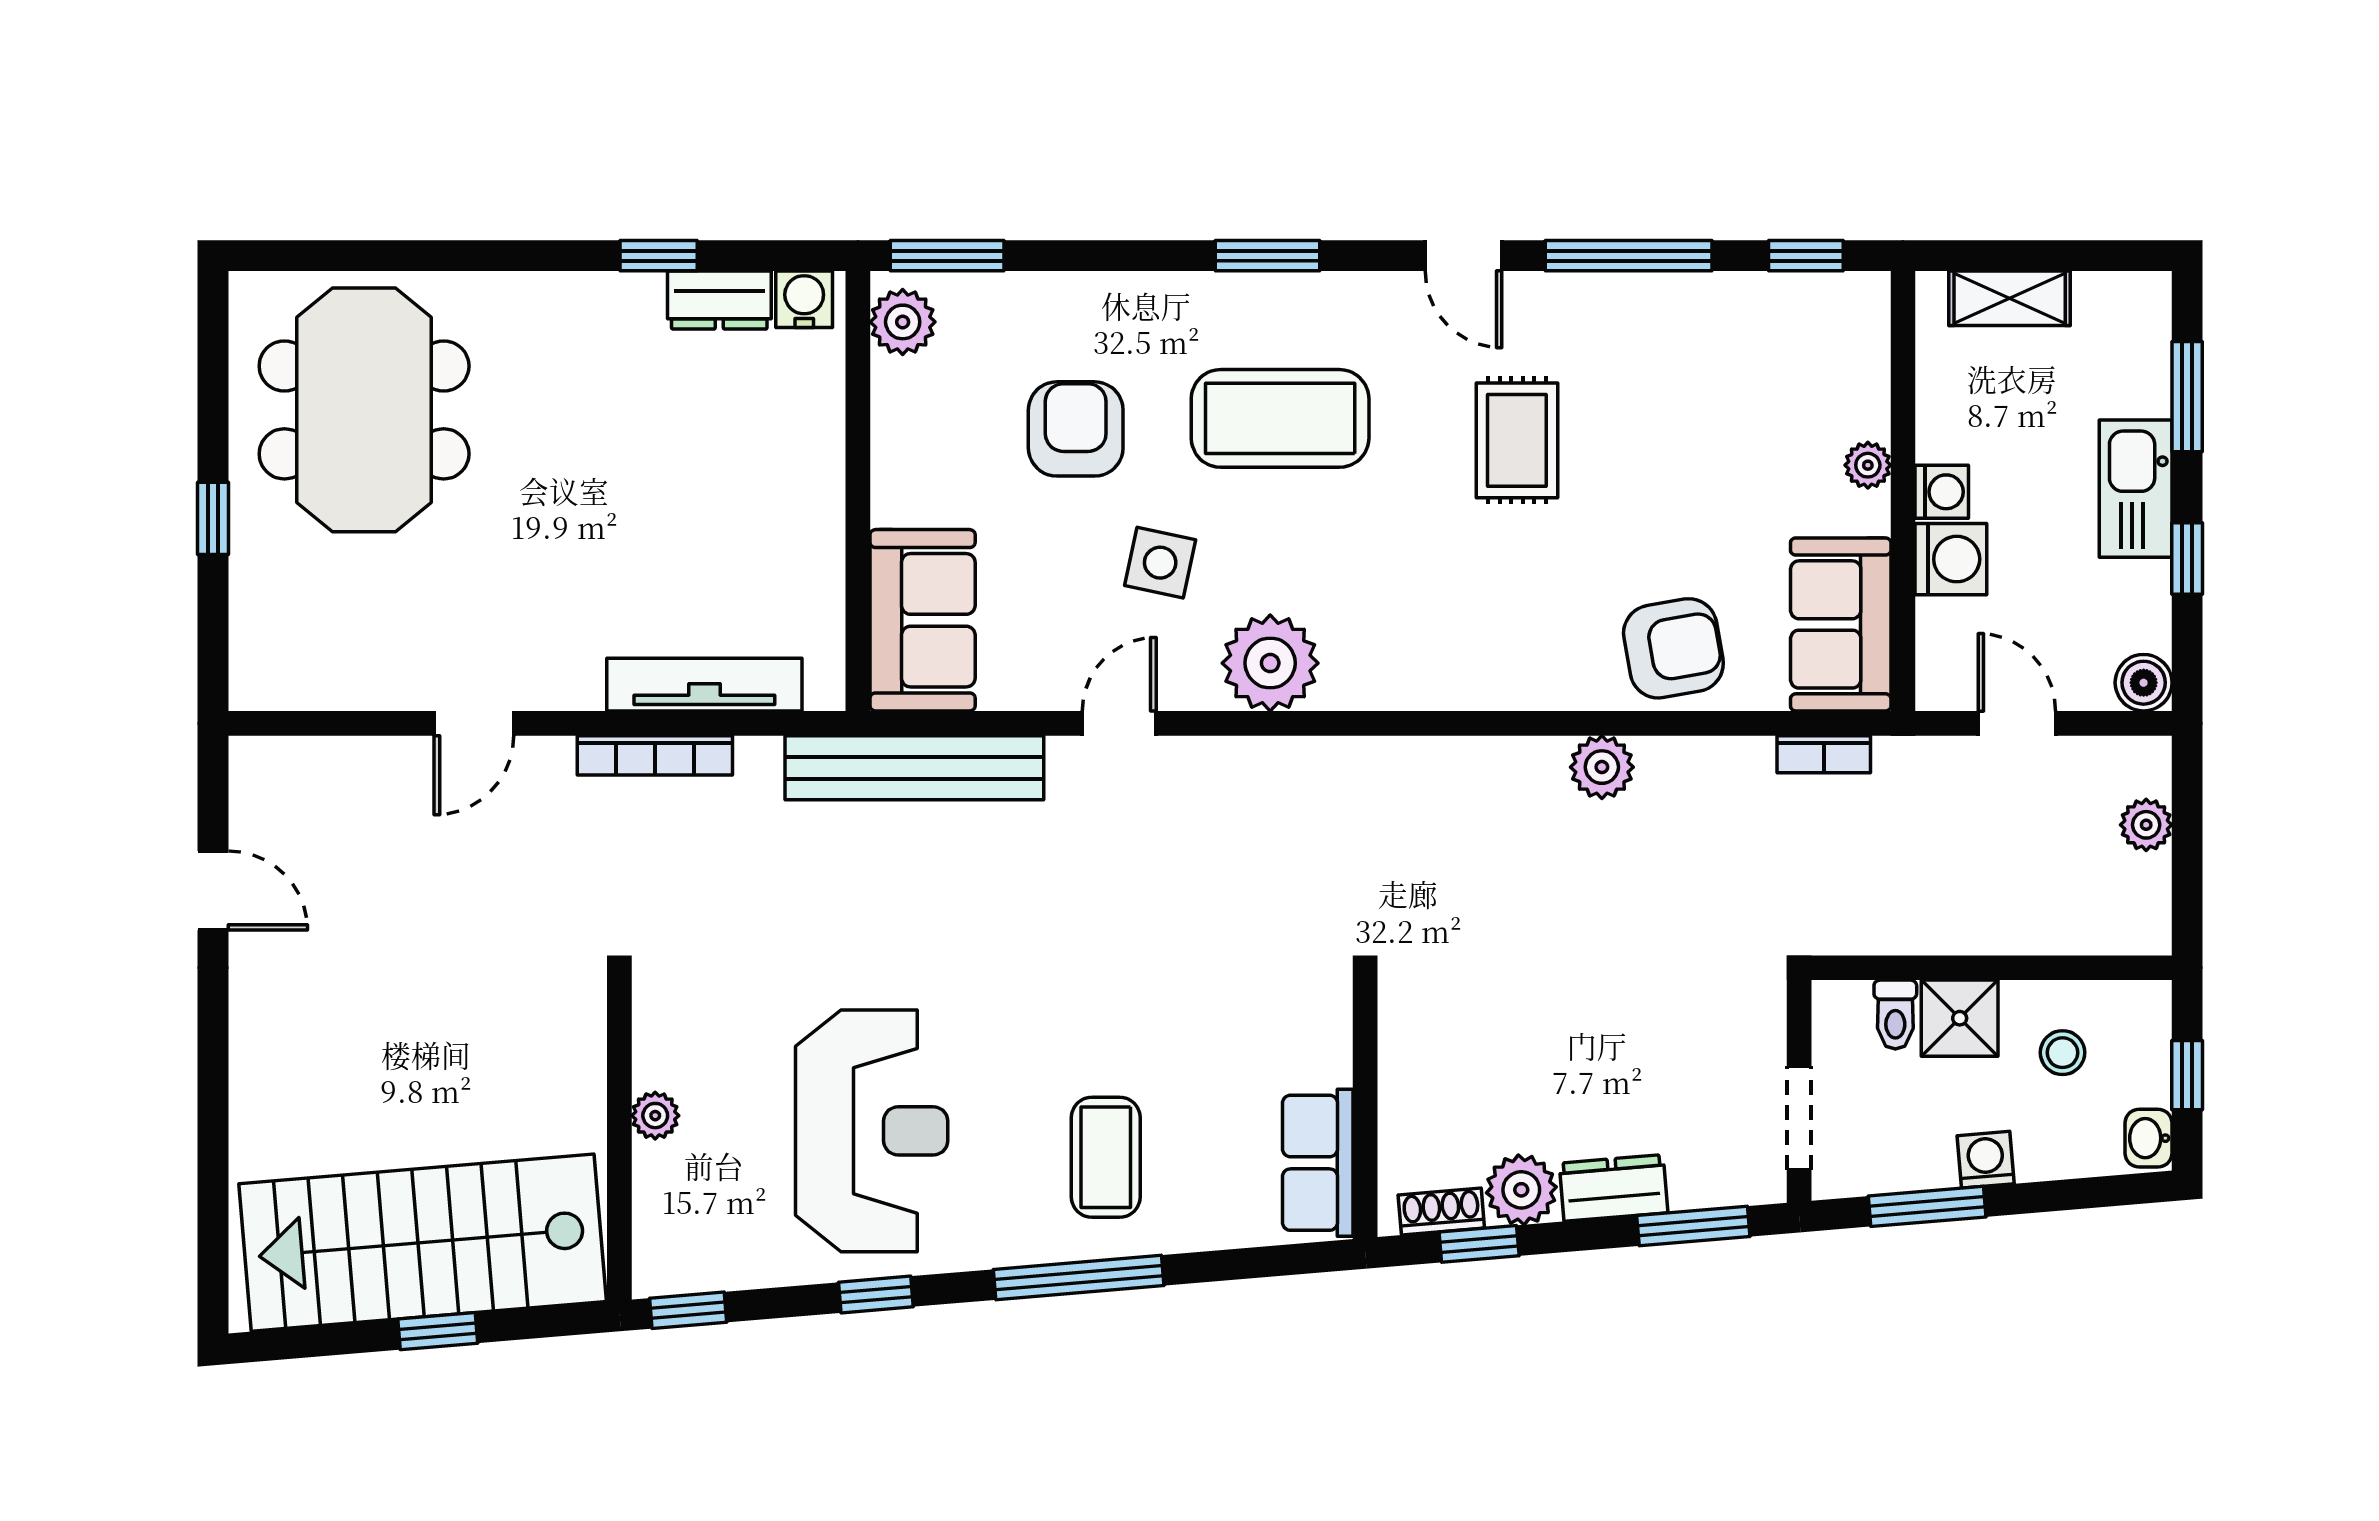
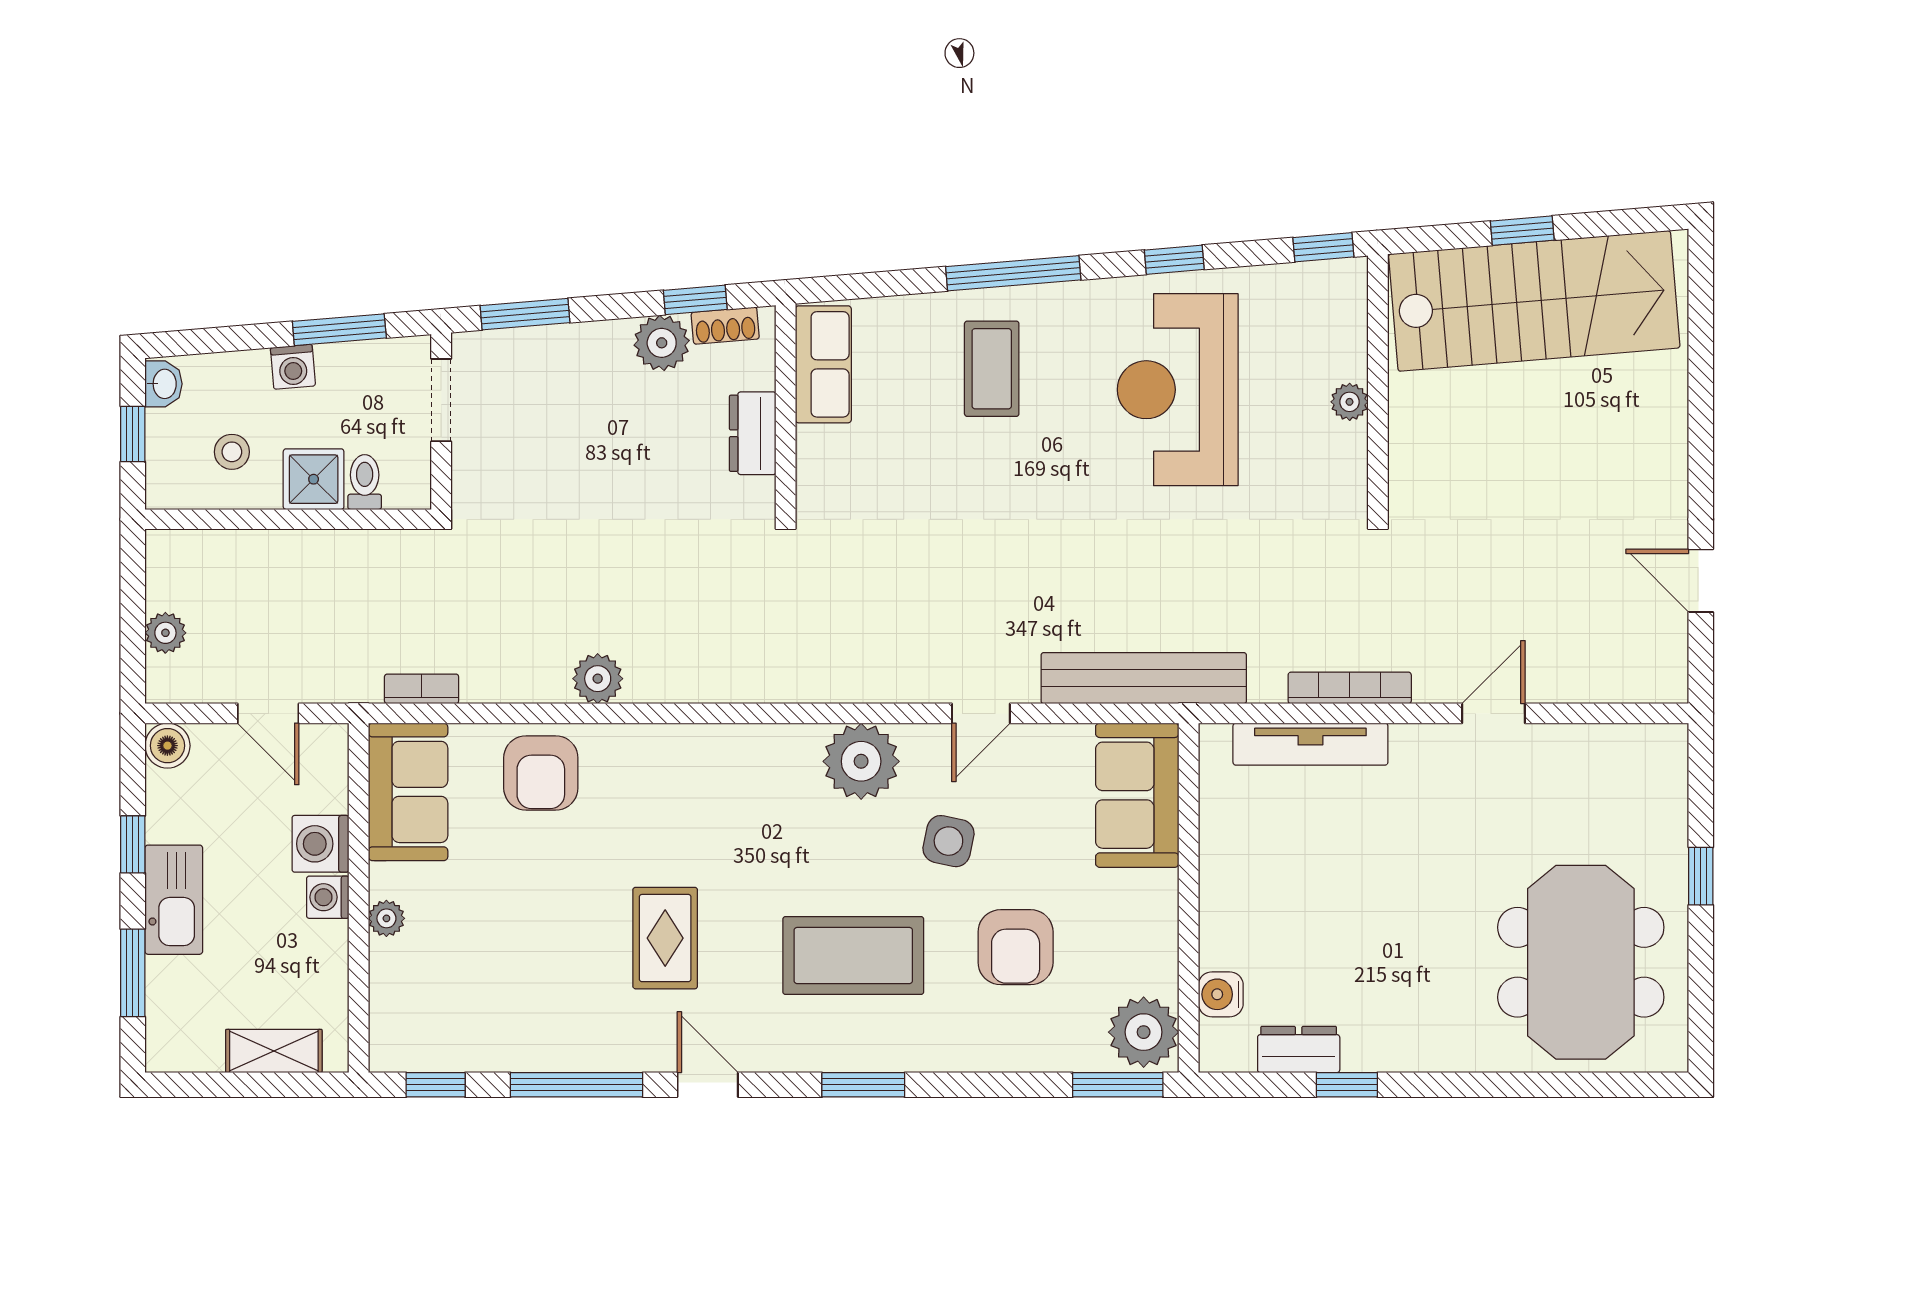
water cooler: (804, 299) -> (1221, 994), moved, turned 90
plant: (903, 322) -> (1144, 1032), width x1.36, depth x1.36
armchair: (1673, 648) -> (541, 773), turned -80
dresser: (1614, 1188) -> (753, 433), moved, turned 95

